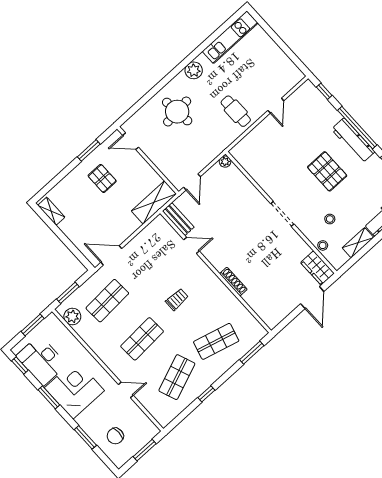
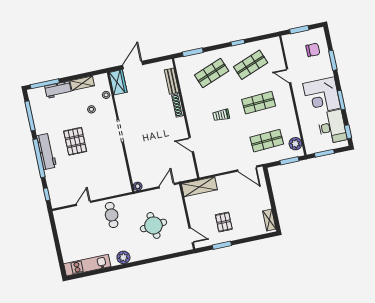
round table: (177, 112) -> (153, 225), moved
bench: (178, 219) -> (172, 81), moved
shop shelf: (216, 341) -> (212, 73), turned -36

